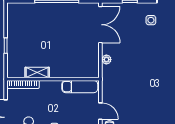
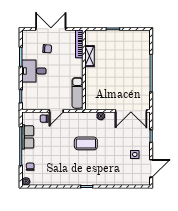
coffee table: (138, 77) -> (86, 143), added

